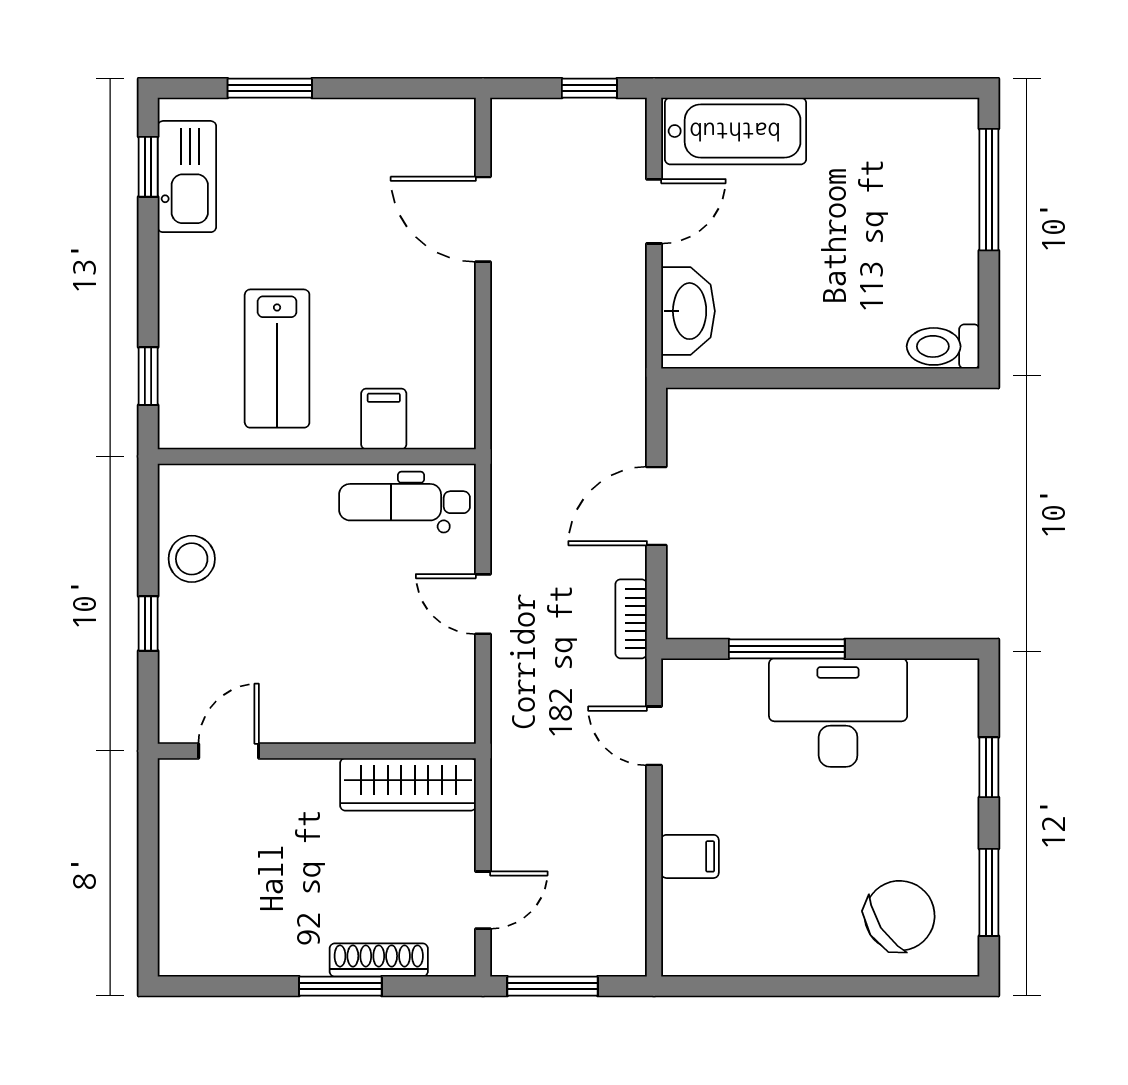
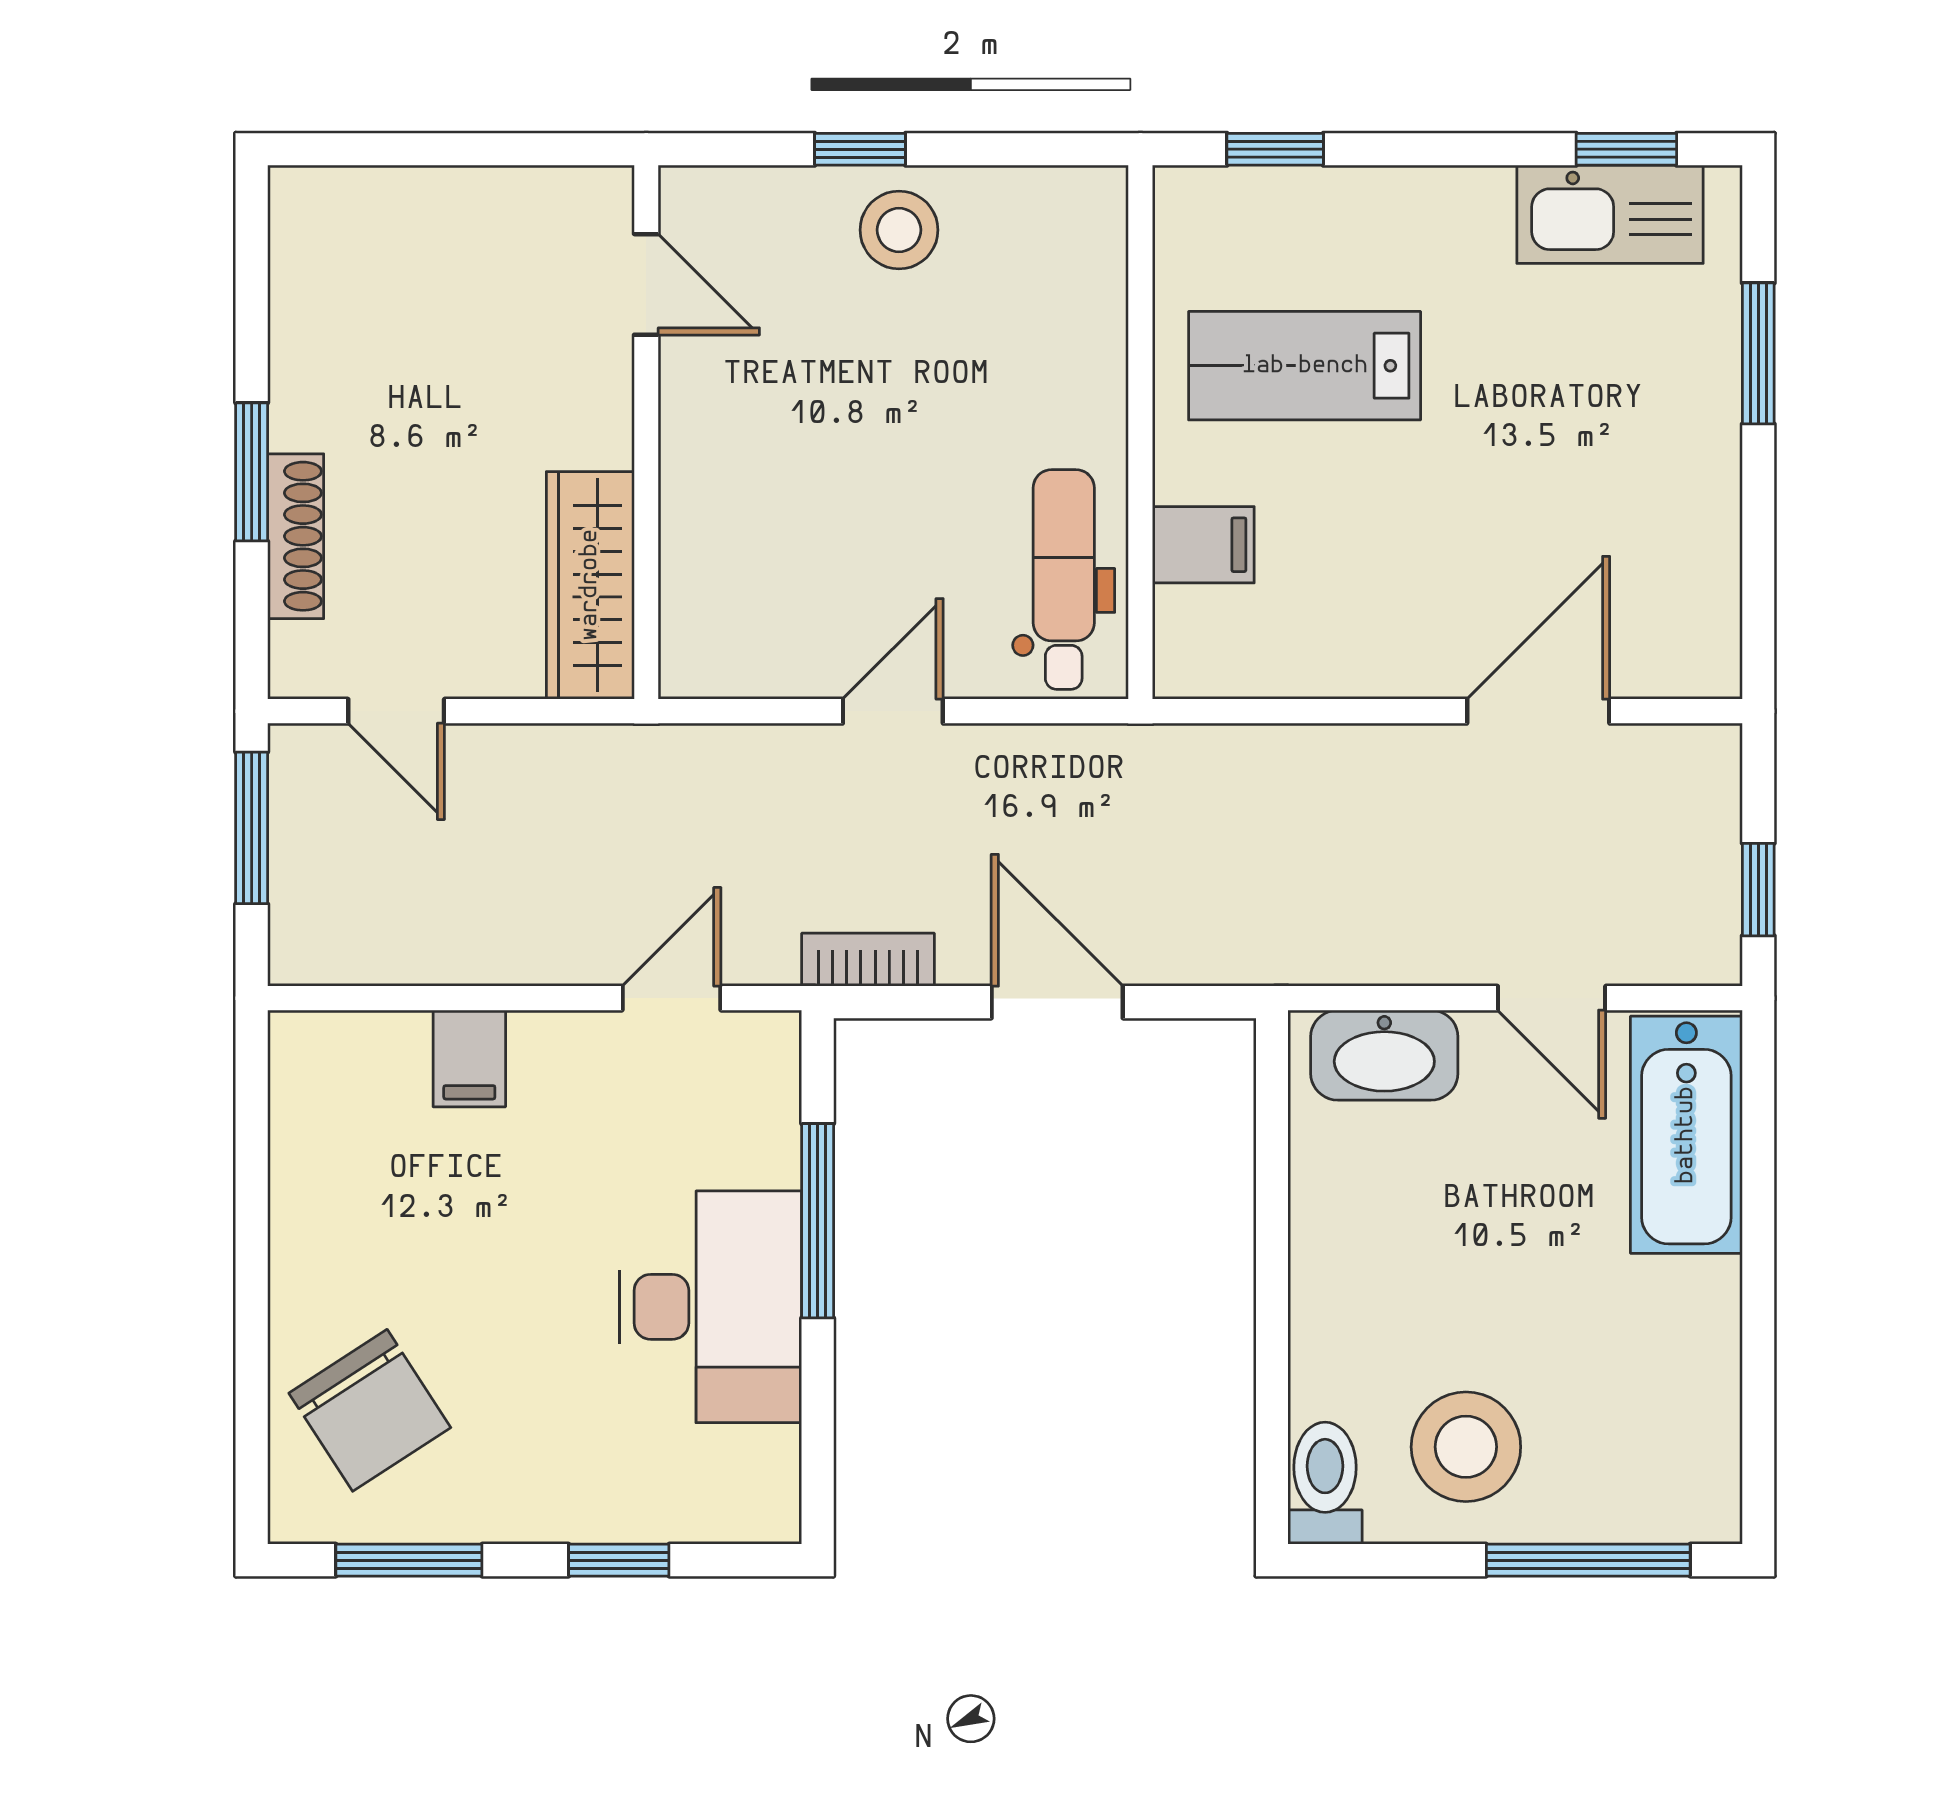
stool: (921, 262) -> (1466, 1447), added
stool: (192, 559) -> (899, 230), moved

